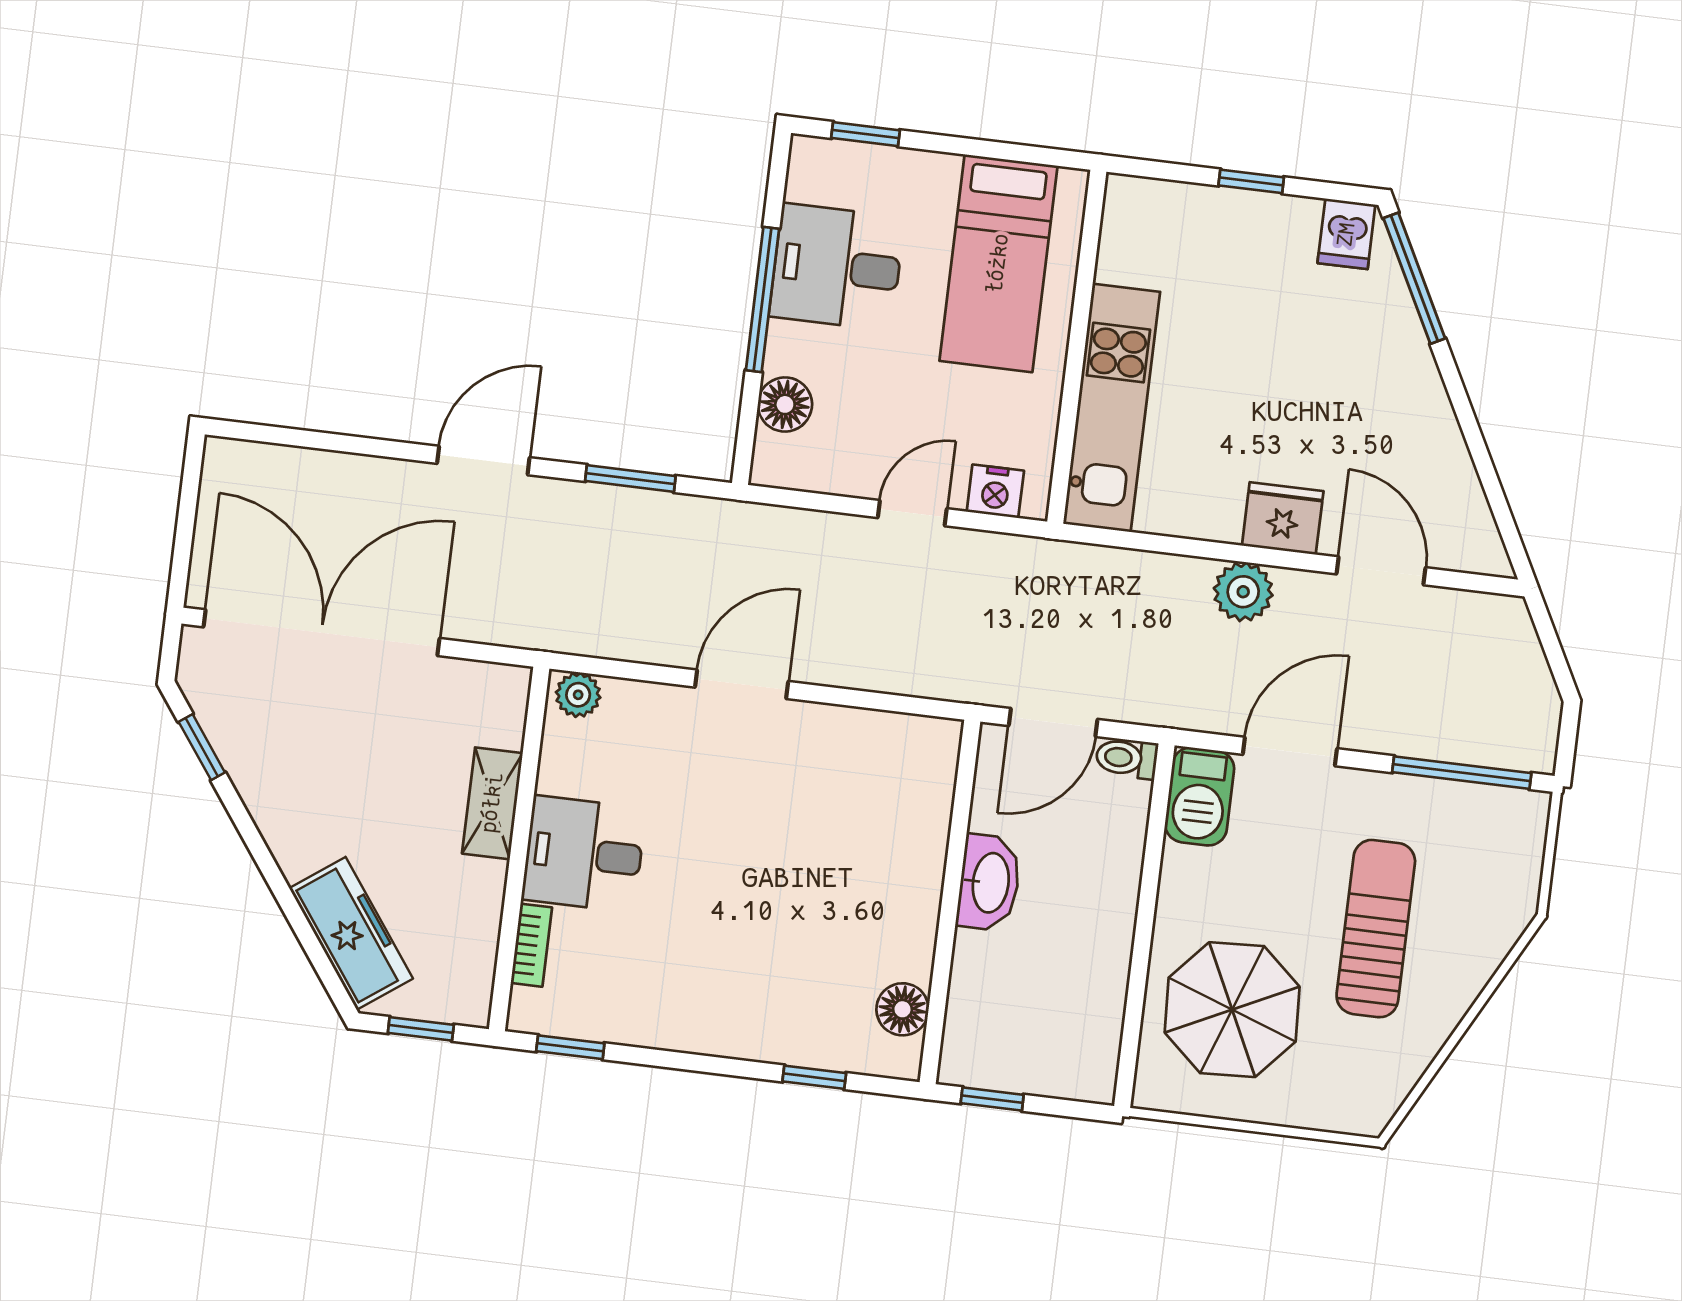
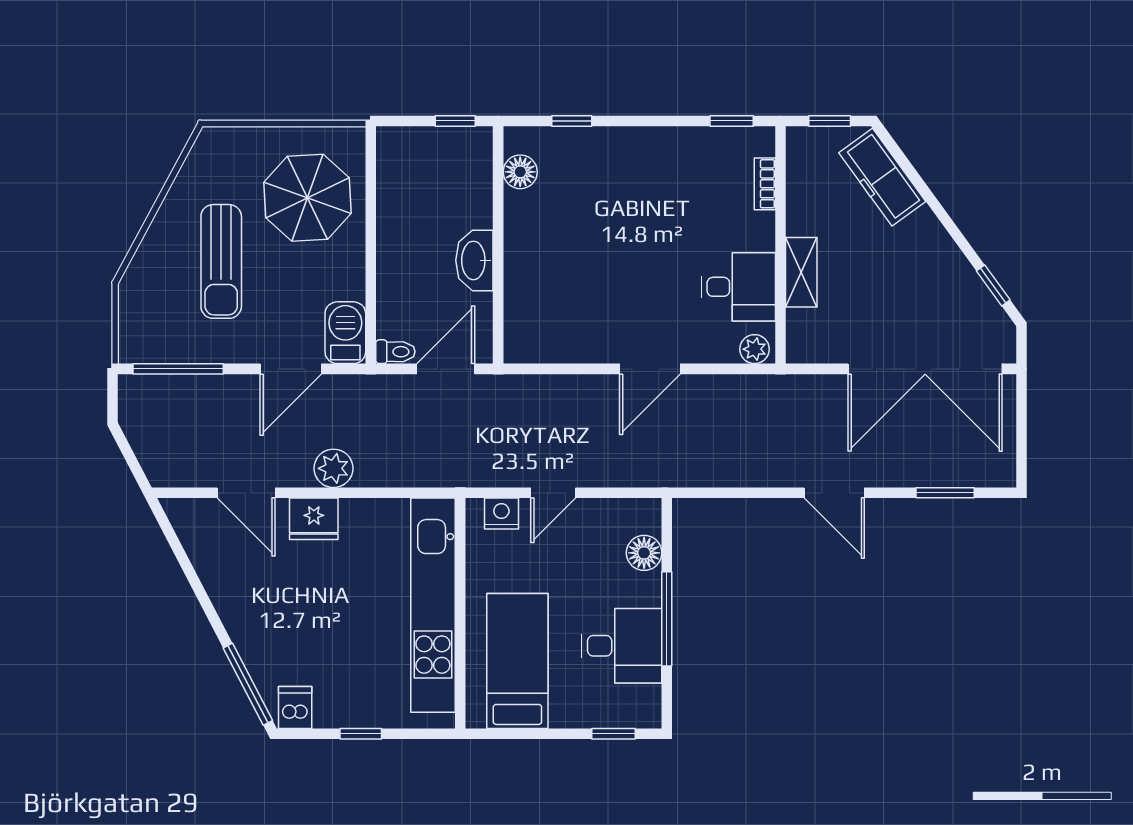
kitchen unit: (1112, 408) -> (433, 605), width x1.36
door: (483, 461) -> (834, 493), hinge flipped
window: (630, 479) -> (945, 493), moved
desk: (584, 854) -> (738, 287), moved

